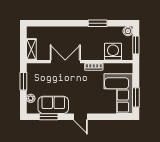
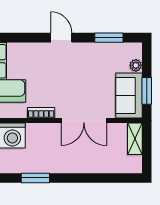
sofa: (53, 105) -> (129, 95), moved, turned 90

